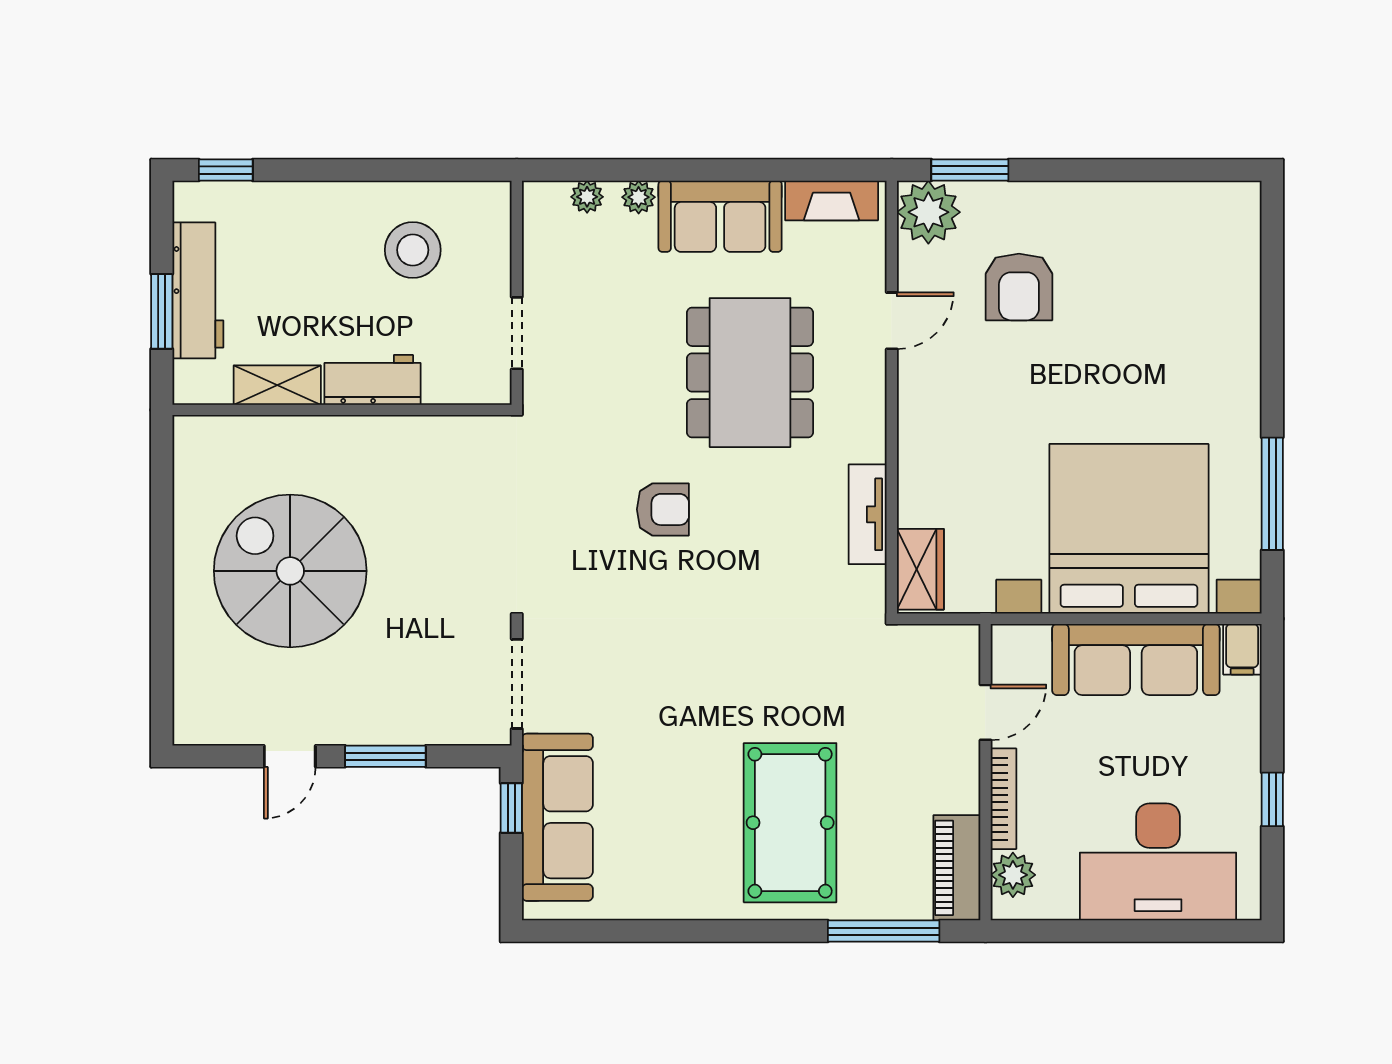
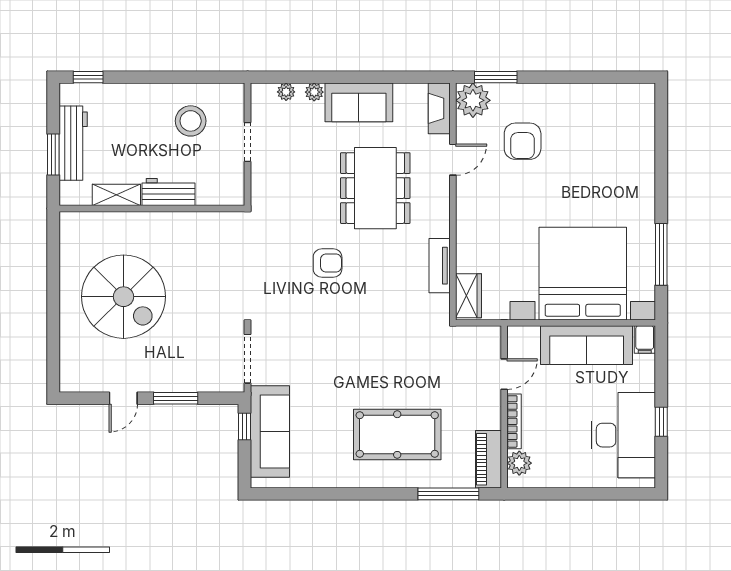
fireplace: (832, 200) -> (439, 108), moved, turned 90
doorway: (517, 333) -> (248, 142), moved
spiral stairs: (290, 571) -> (124, 297), turned 180
pool table: (790, 823) -> (397, 435), turned 90
desk: (1158, 862) -> (623, 435), moved, turned -90

